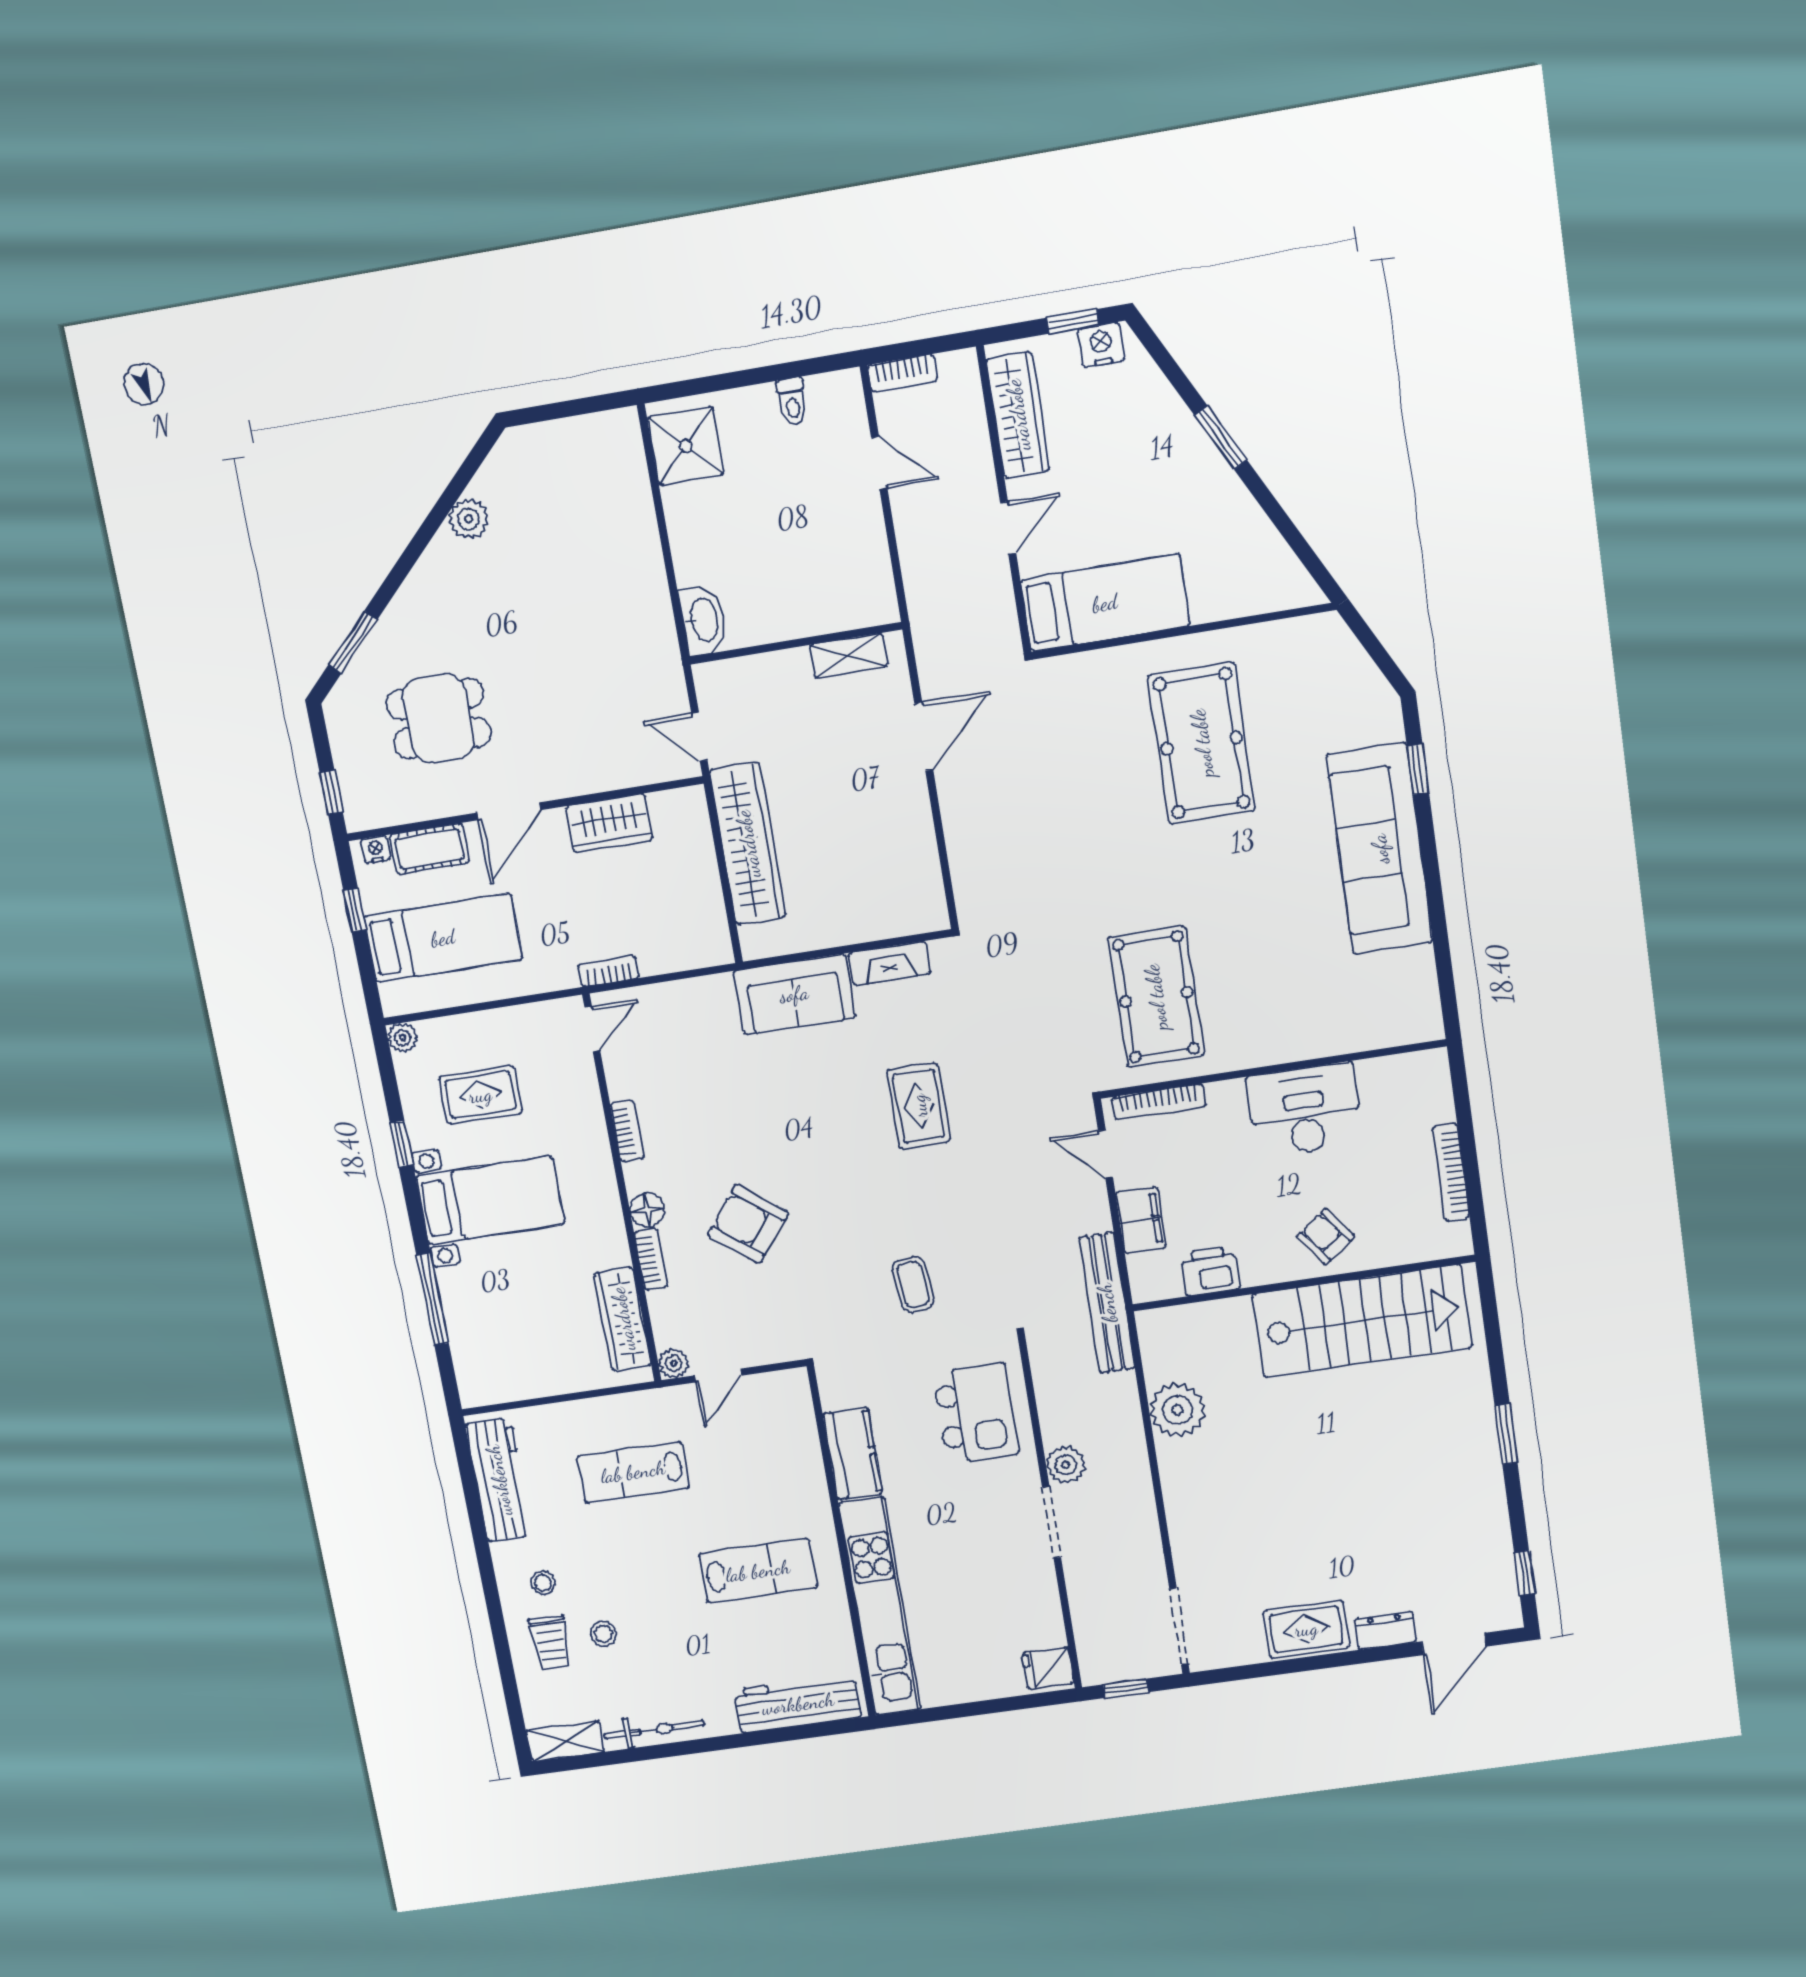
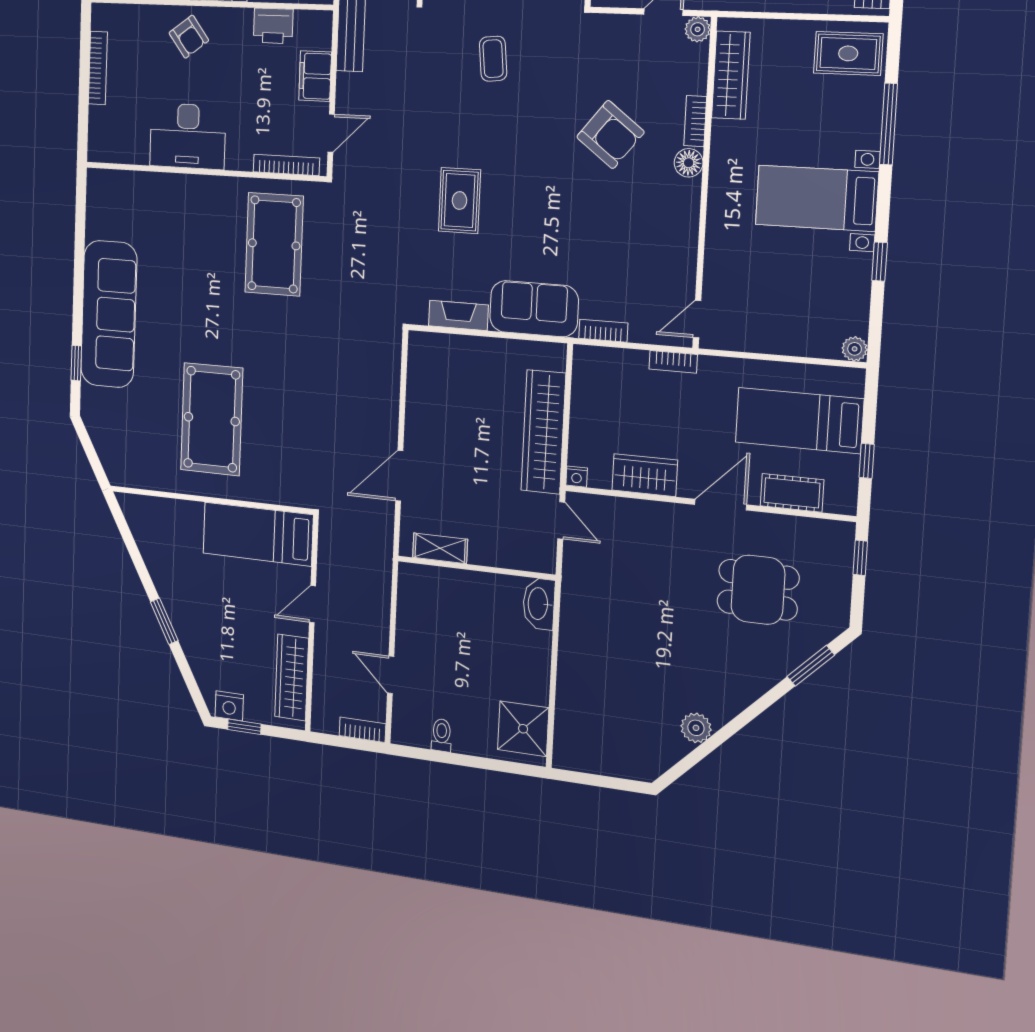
nightstand: (376, 850) -> (577, 477), moved
rug: (480, 1095) -> (848, 53), moved
bookcase: (627, 1131) -> (603, 331), moved, turned 90
door: (1105, 1154) -> (331, 133), hinge flipped

